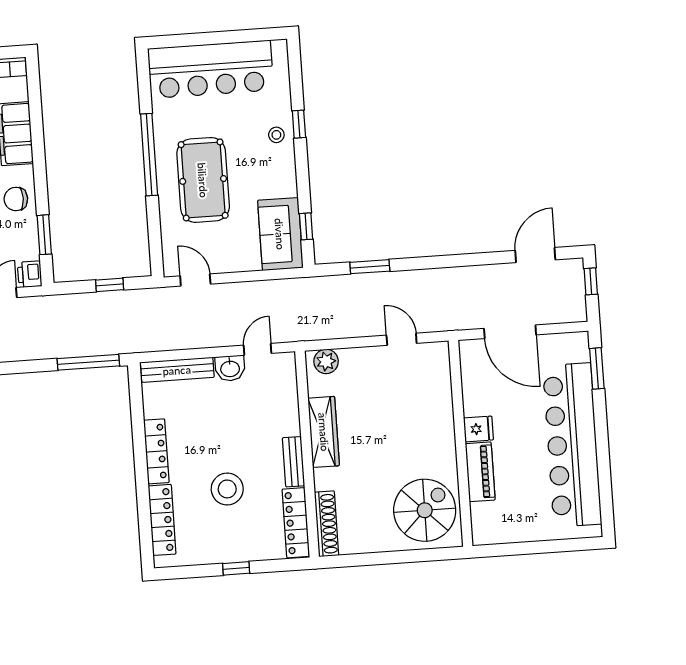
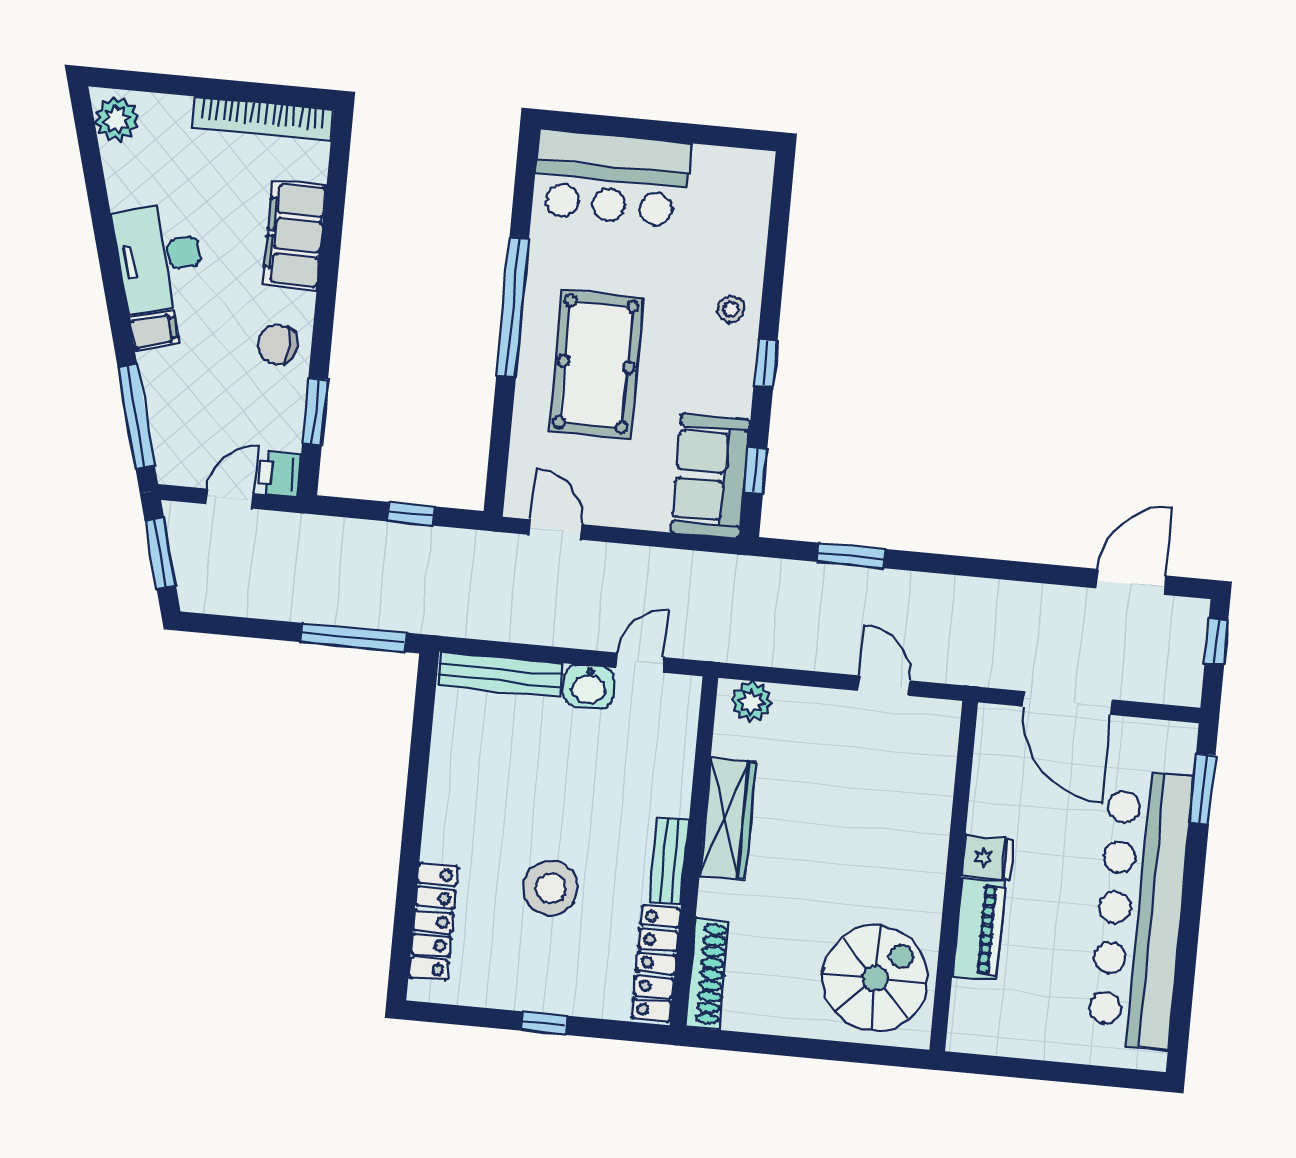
bar counter: (211, 69) -> (612, 179), width x0.73
window: (299, 124) -> (766, 363), moved
locker: (156, 451) -> (443, 805), removed

